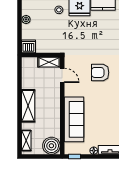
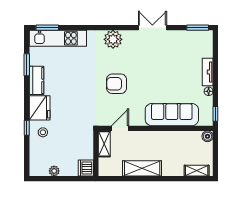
armchair: (100, 72) -> (117, 84), turned 90
shelving: (28, 106) -> (142, 168), moved
boiler: (51, 146) -> (207, 136), width x0.54, depth x0.54

